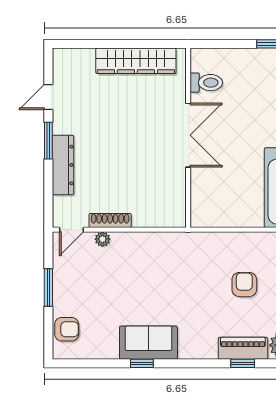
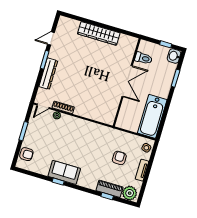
toilet: (206, 83) -> (143, 58), moved
double door: (188, 135) -> (127, 81), moved
wall: (188, 138) -> (127, 82), moved

